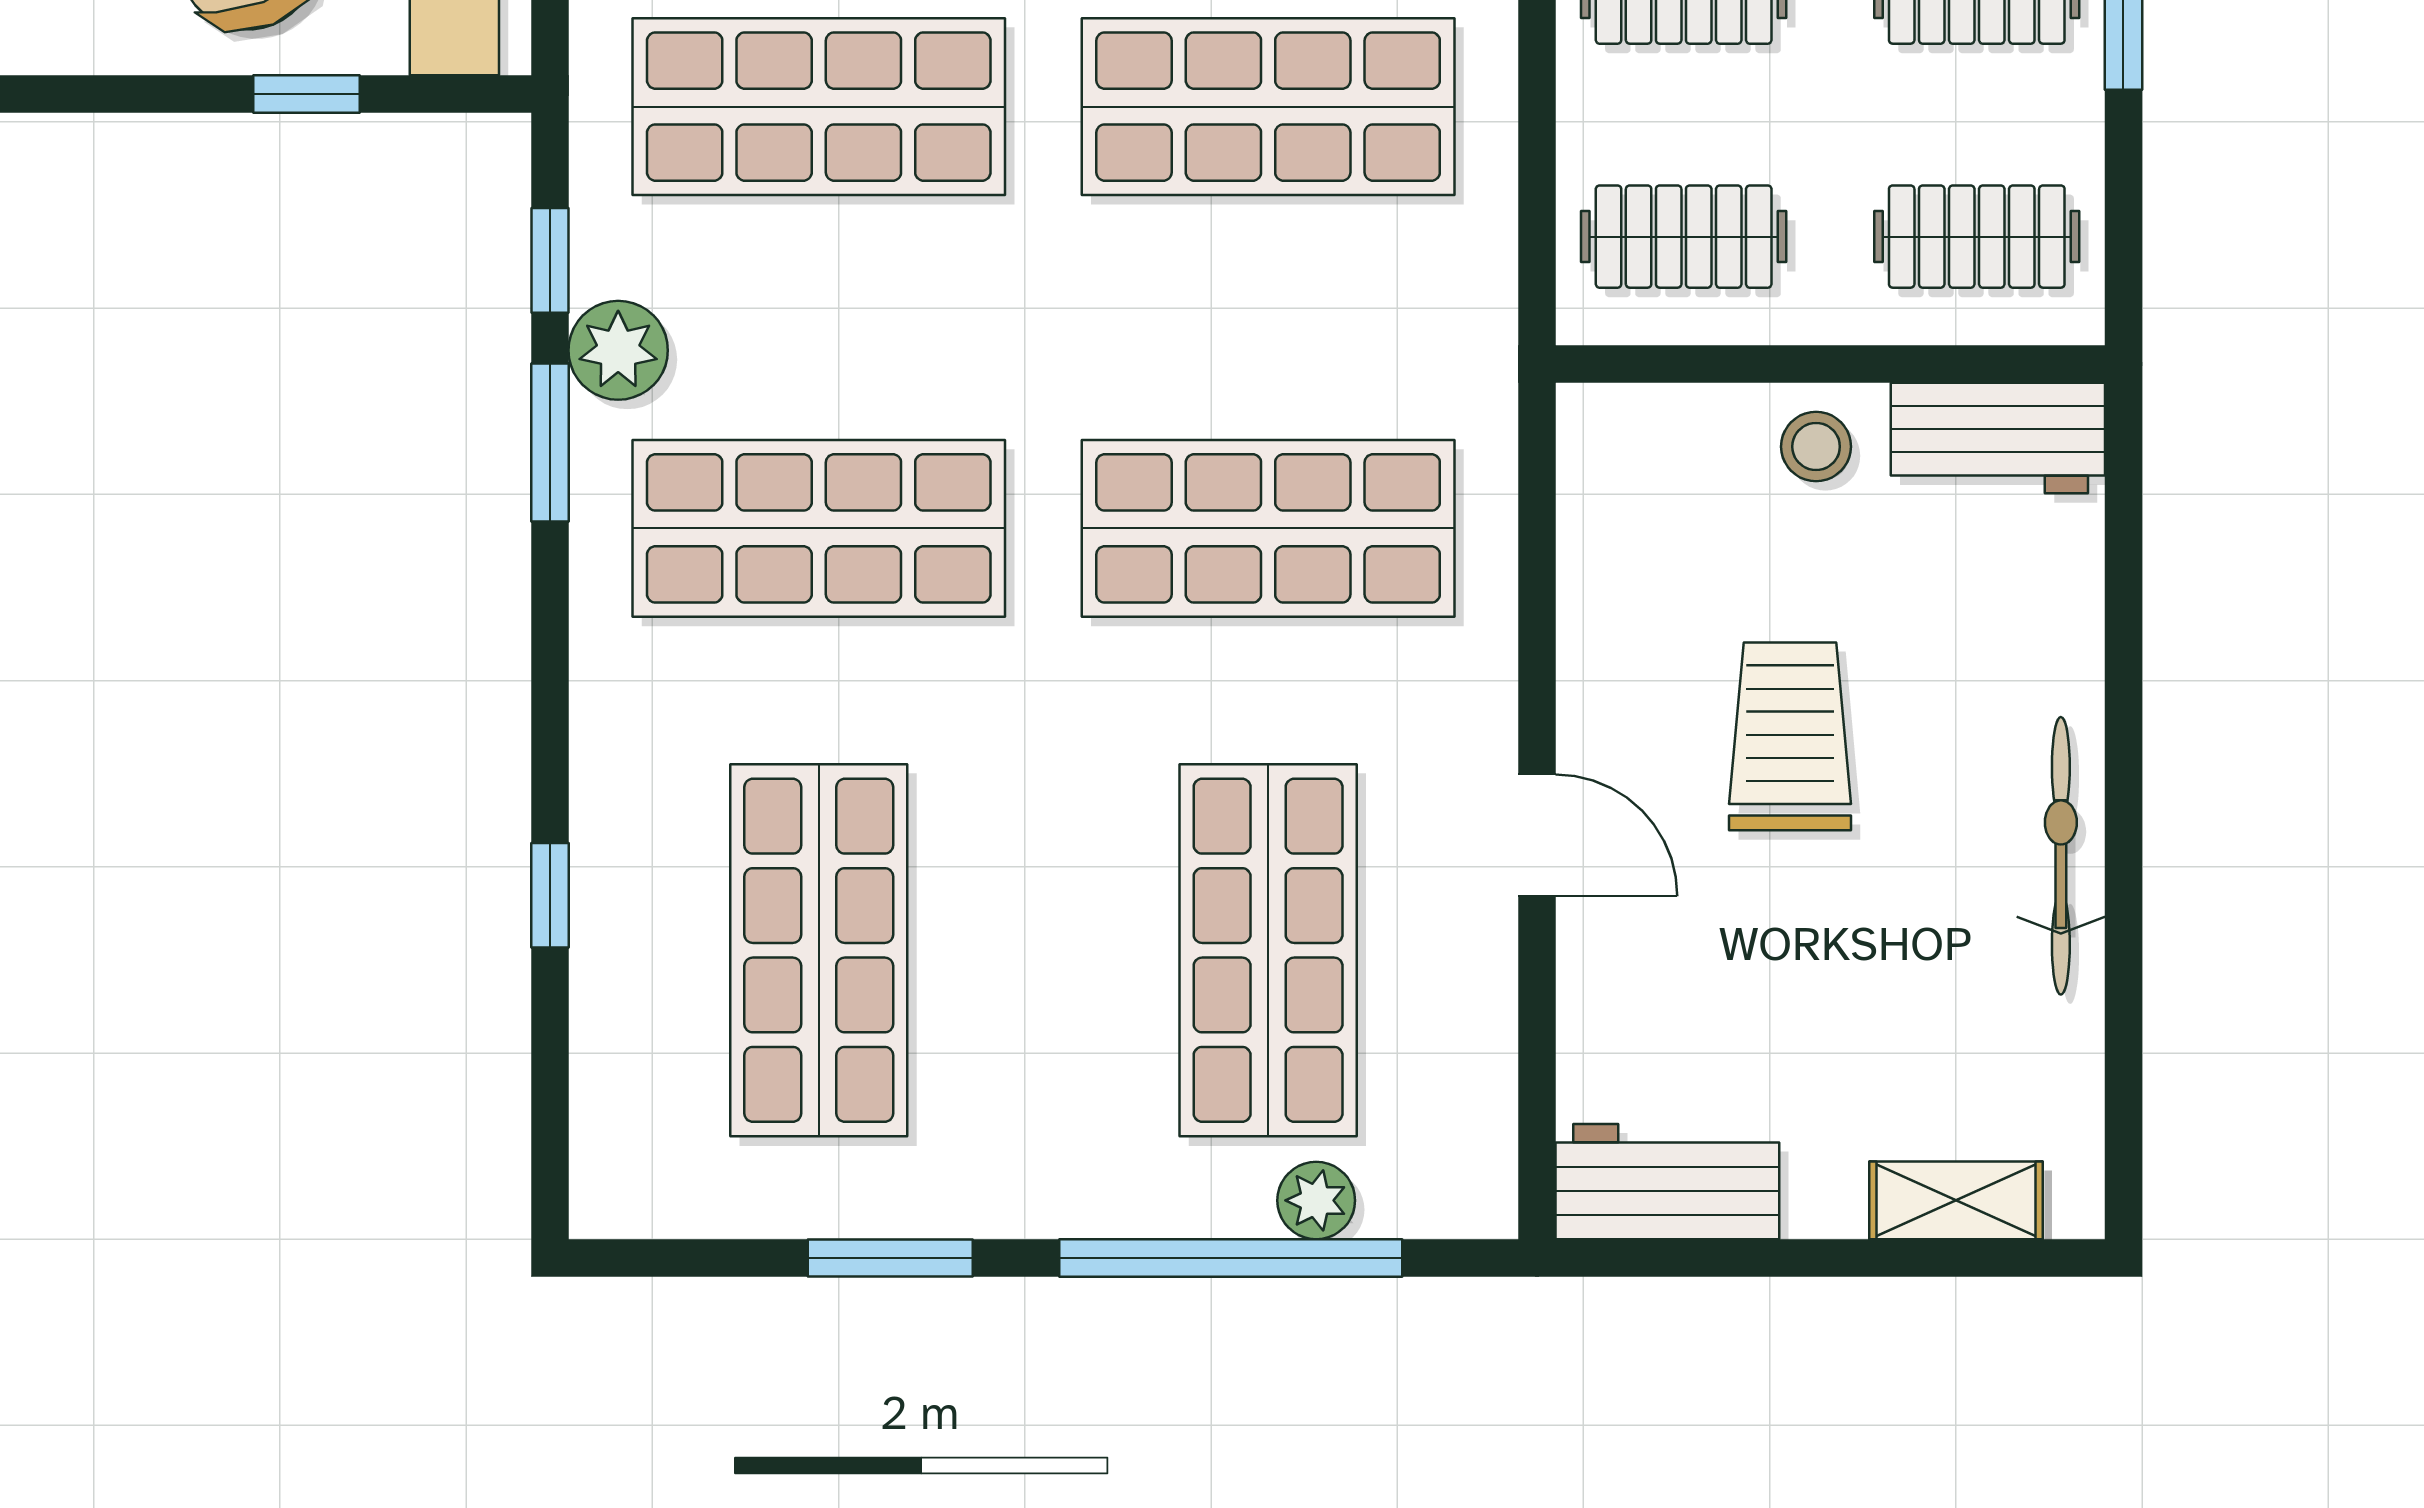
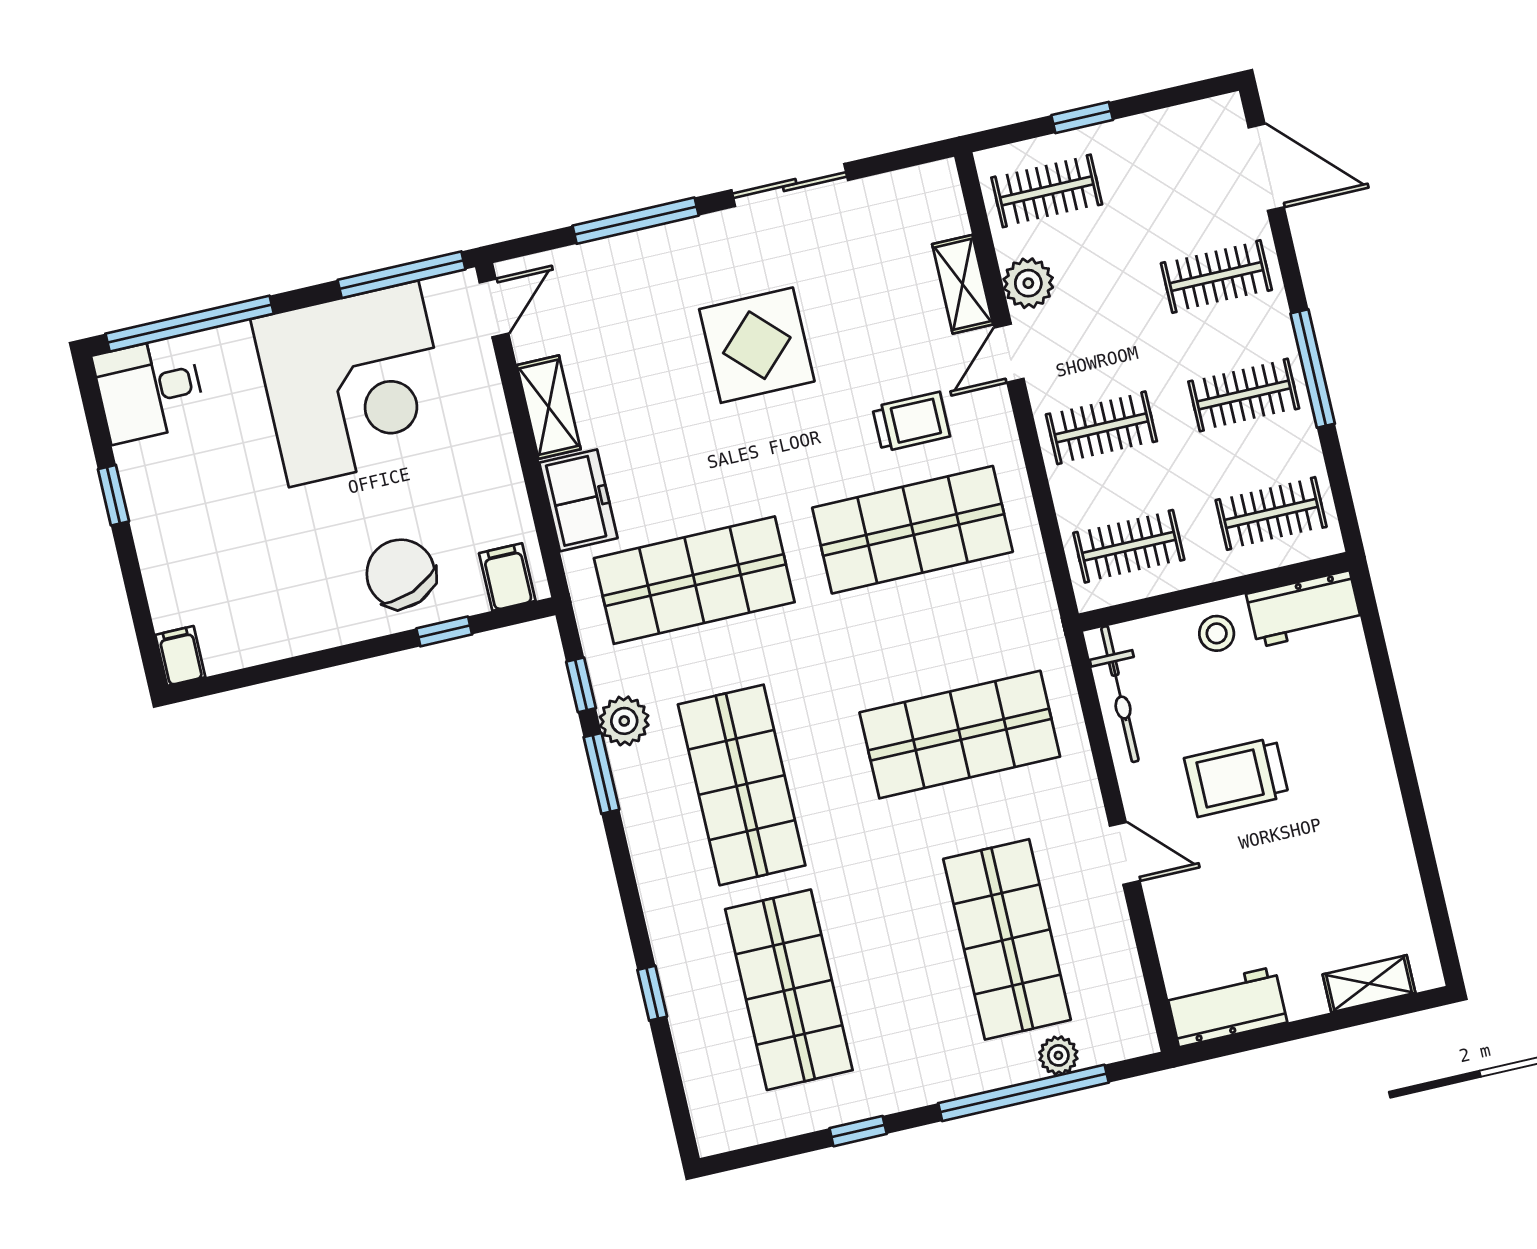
shop shelf: (819, 528) -> (742, 785), turned 90
trolley: (1790, 736) -> (1236, 777), turned -90
bicycle: (2061, 856) -> (1120, 694), moved, turned 180
window: (890, 1258) -> (858, 1131), width x0.67

